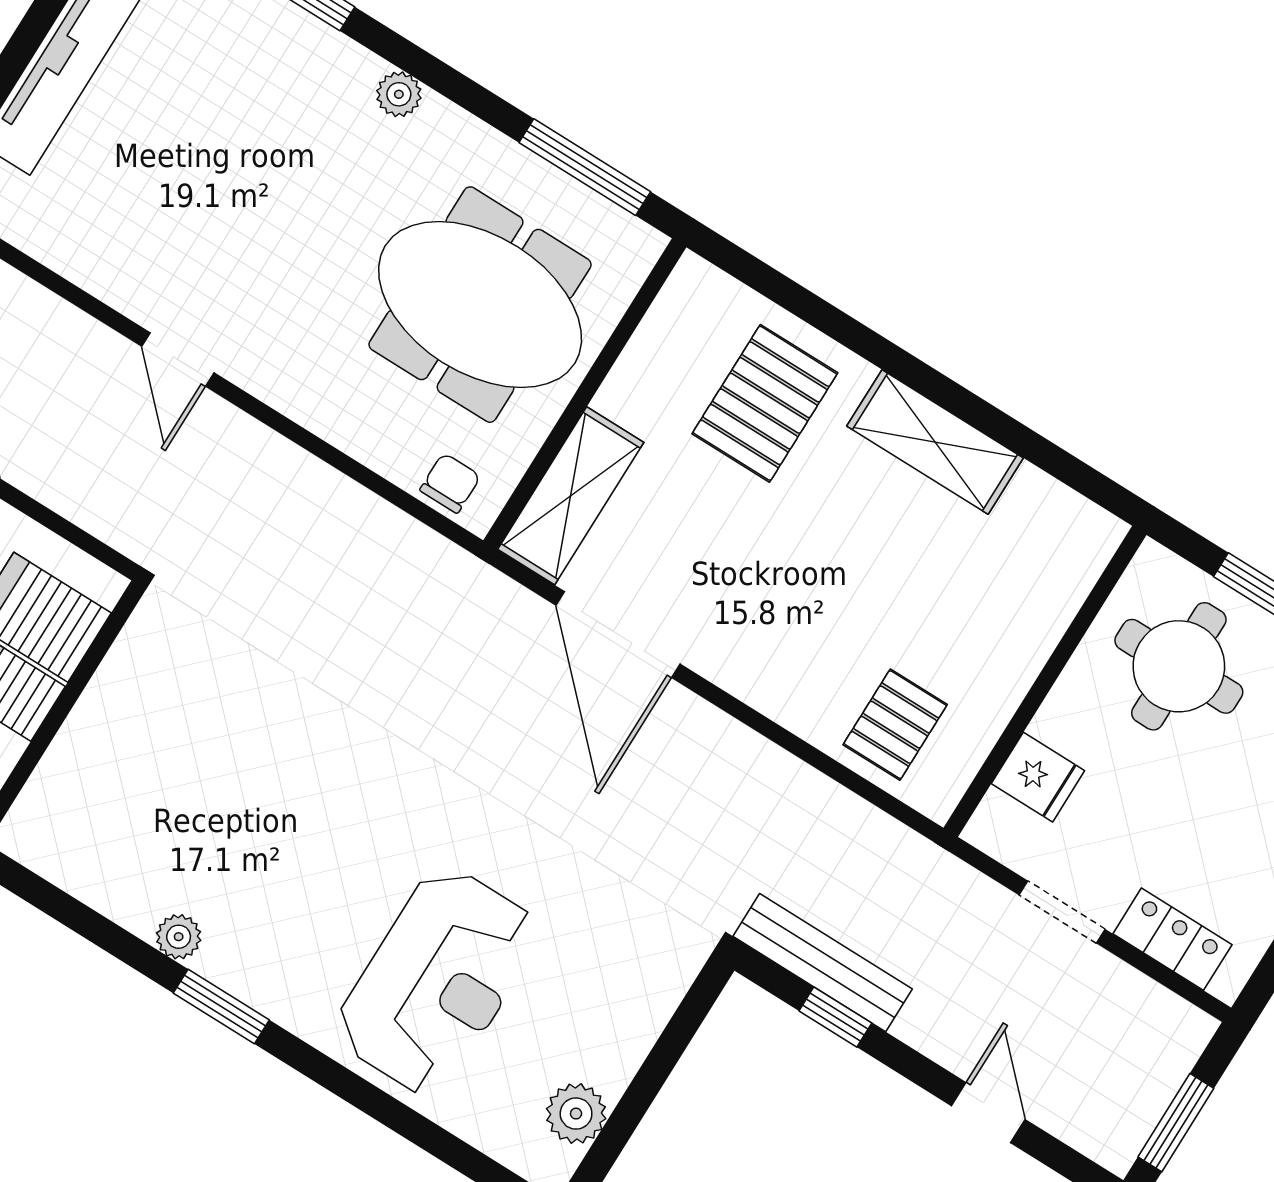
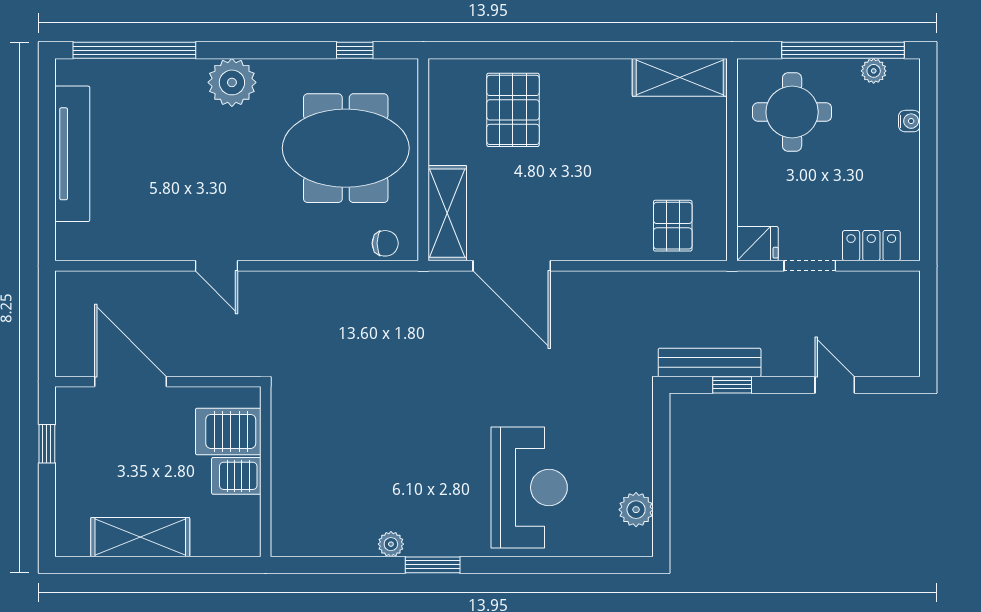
plant: (399, 94) -> (232, 82), width x1.87, depth x1.87
window: (585, 167) -> (355, 50), width x0.46
shelving: (935, 442) -> (680, 77), moved
chair: (450, 483) -> (385, 243), turned 90
fridge: (1038, 777) -> (757, 244), moved
window: (1176, 1123) -> (928, 333), removed

